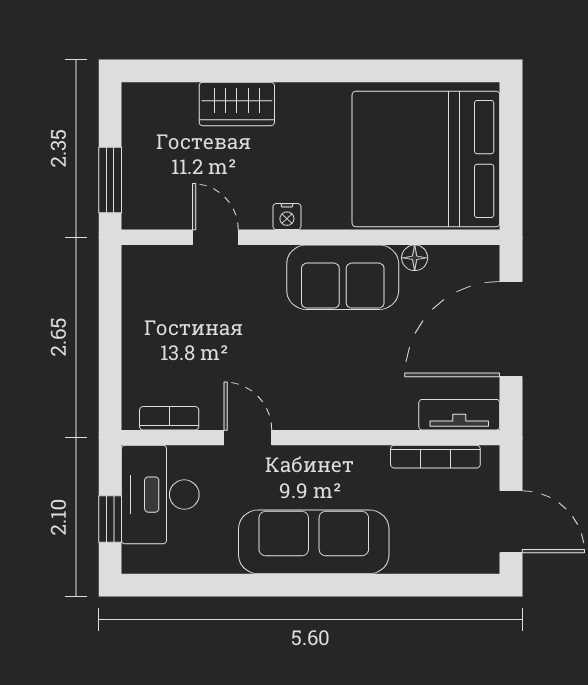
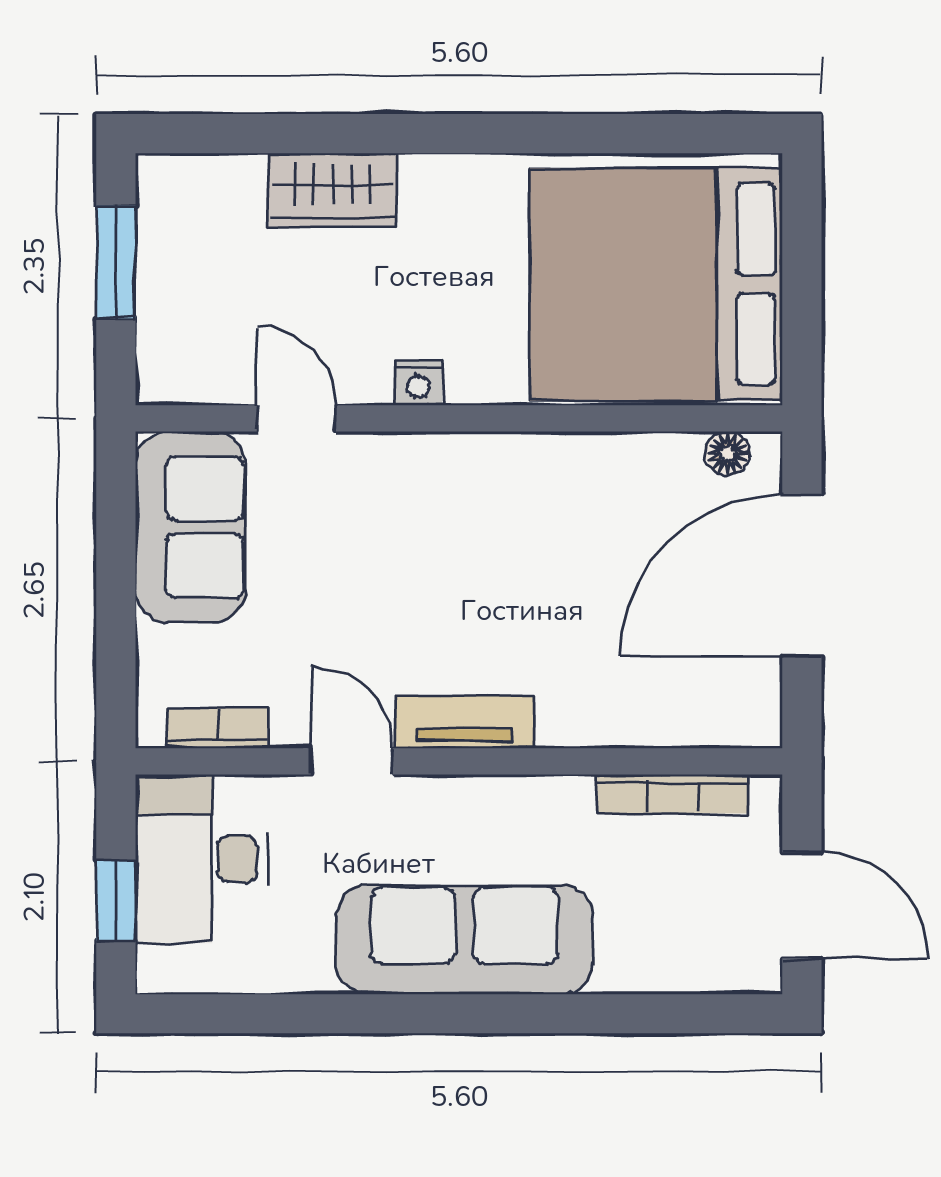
window: (110, 180) -> (116, 262), moved
floor lamp: (415, 258) -> (728, 453), moved
sofa: (343, 277) -> (191, 527), moved, turned -90
tv unit: (459, 415) -> (464, 722), moved

